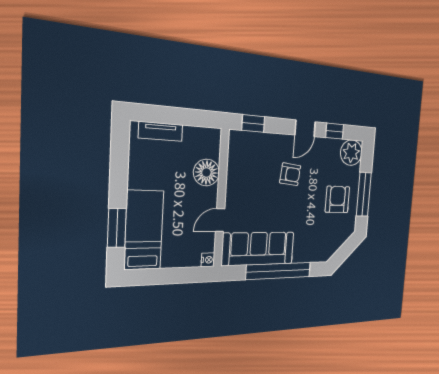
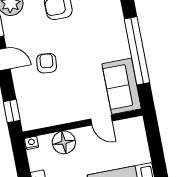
sofa: (258, 249) -> (122, 86), width x0.73
nightstand: (208, 260) -> (32, 143), moved

